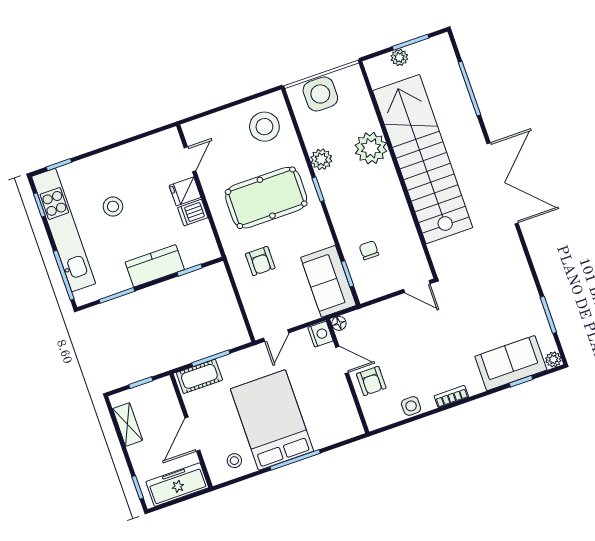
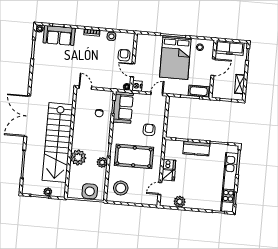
plant: (141, 151) -> (180, 202), added
stool: (113, 206) -> (203, 183), removed

